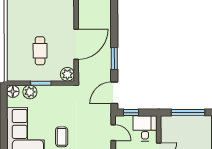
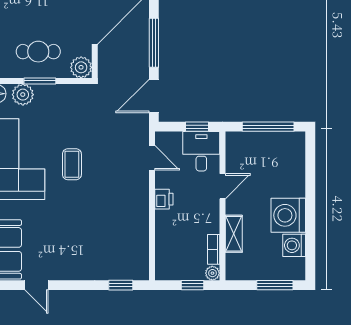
cafe table: (40, 51) -> (38, 52), moved, turned 90
window: (114, 58) -> (154, 43), width x1.44
window: (131, 113) -> (197, 127), moved

